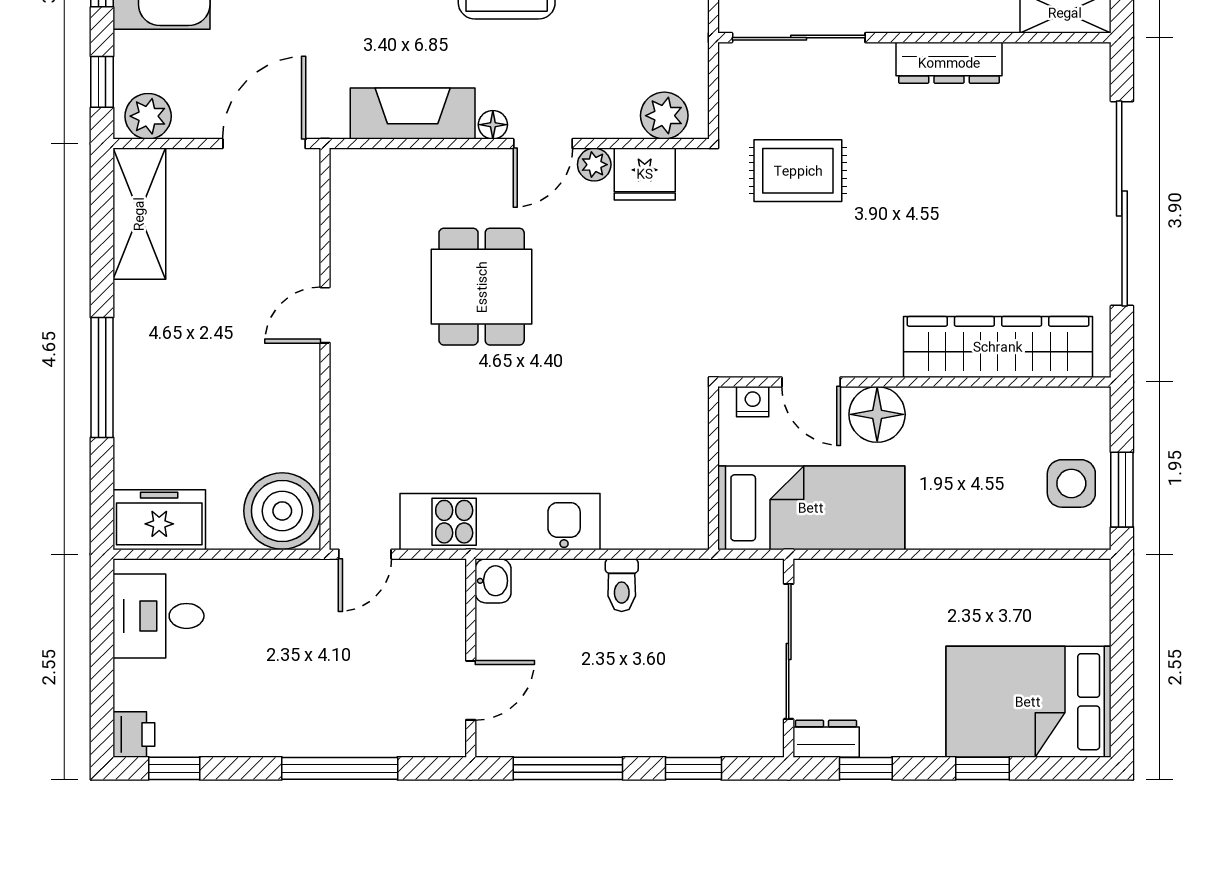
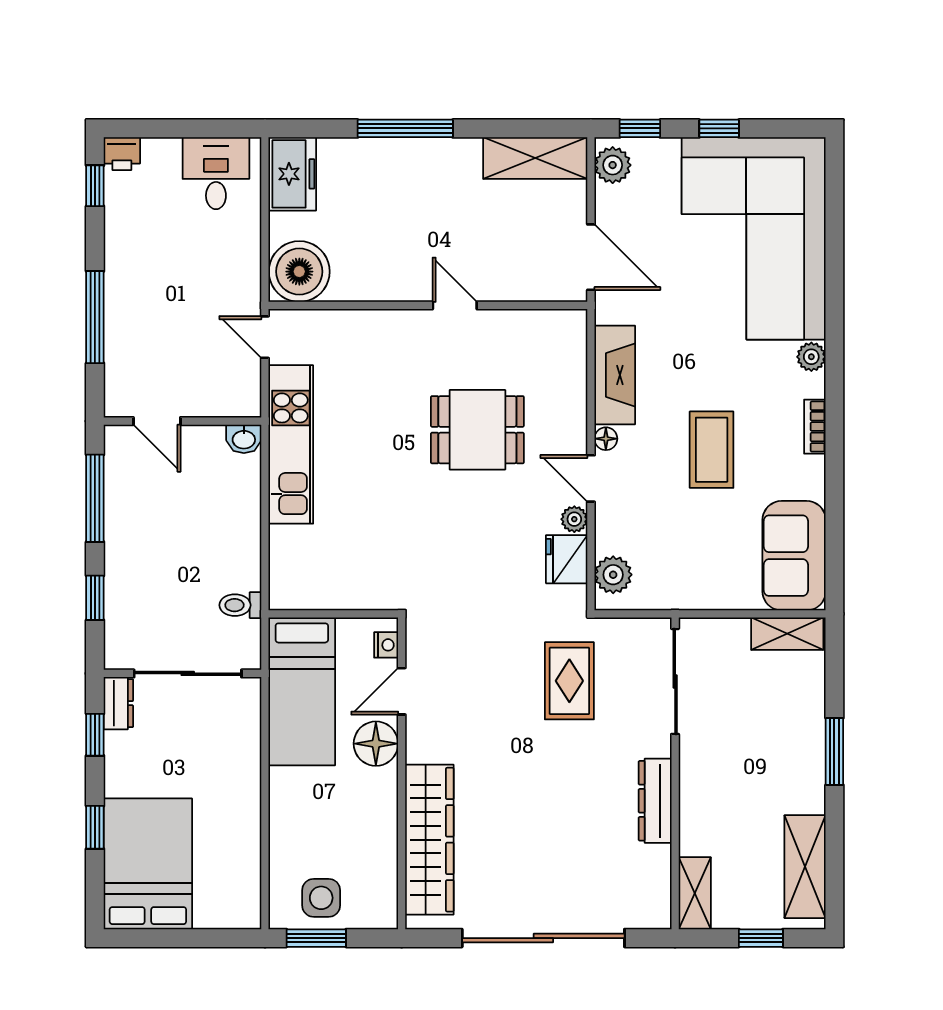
toilet: (622, 585) -> (240, 605), moved

